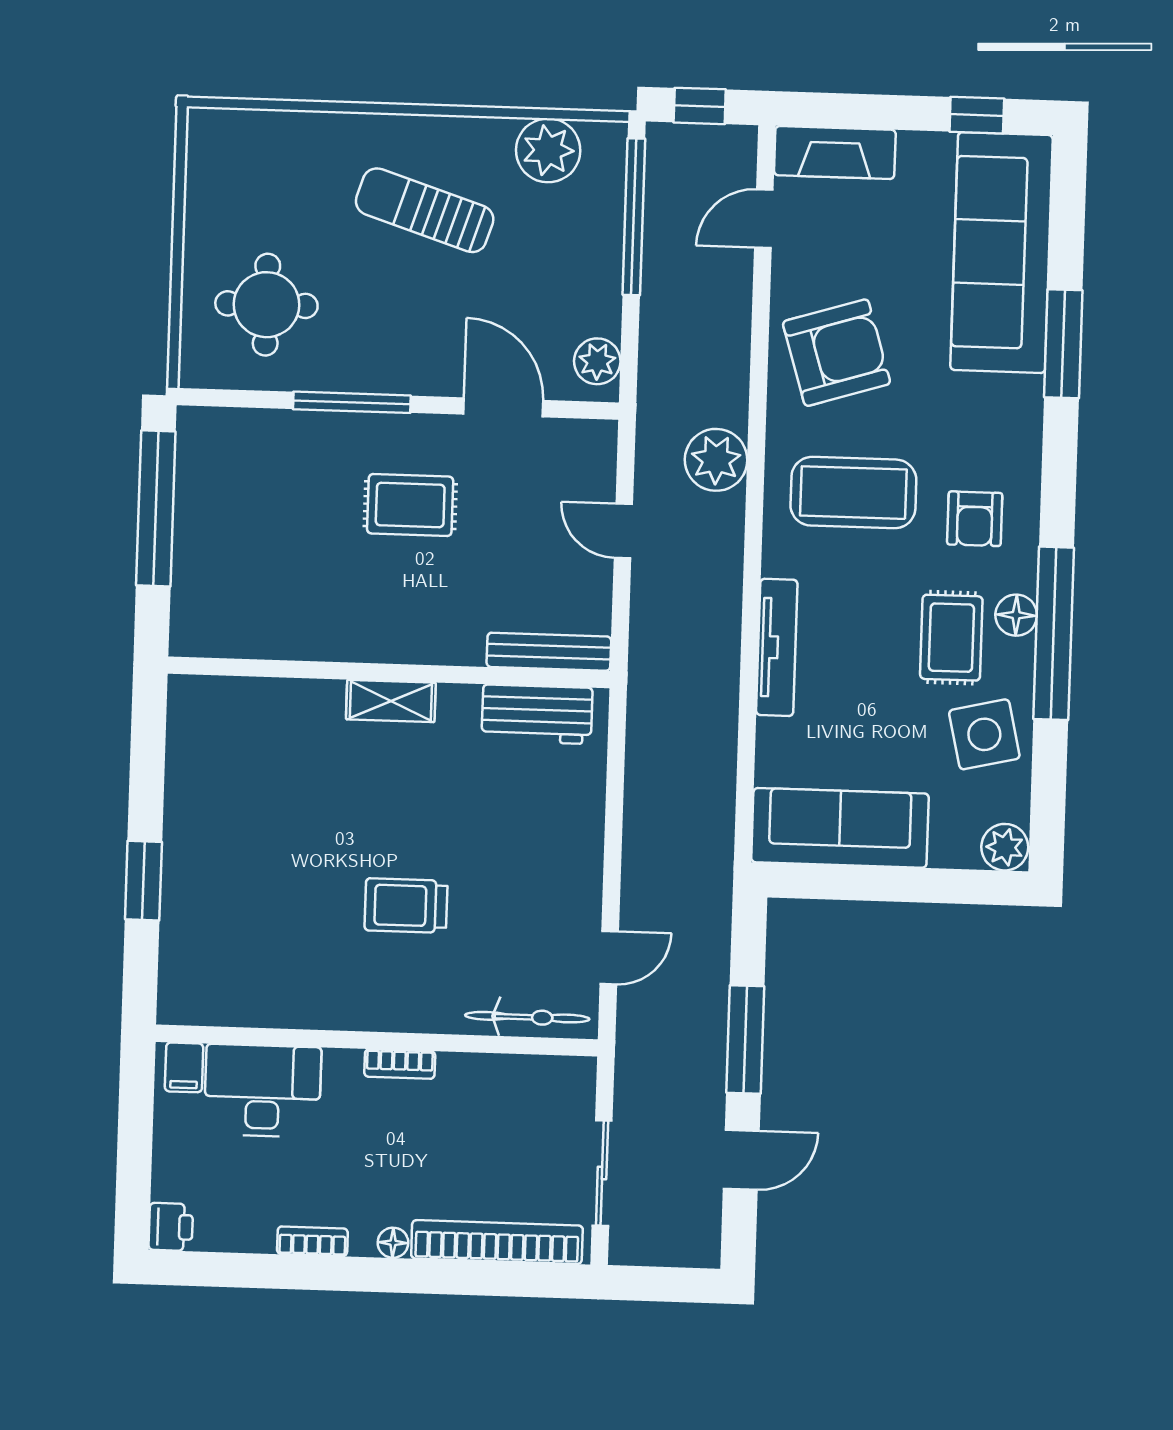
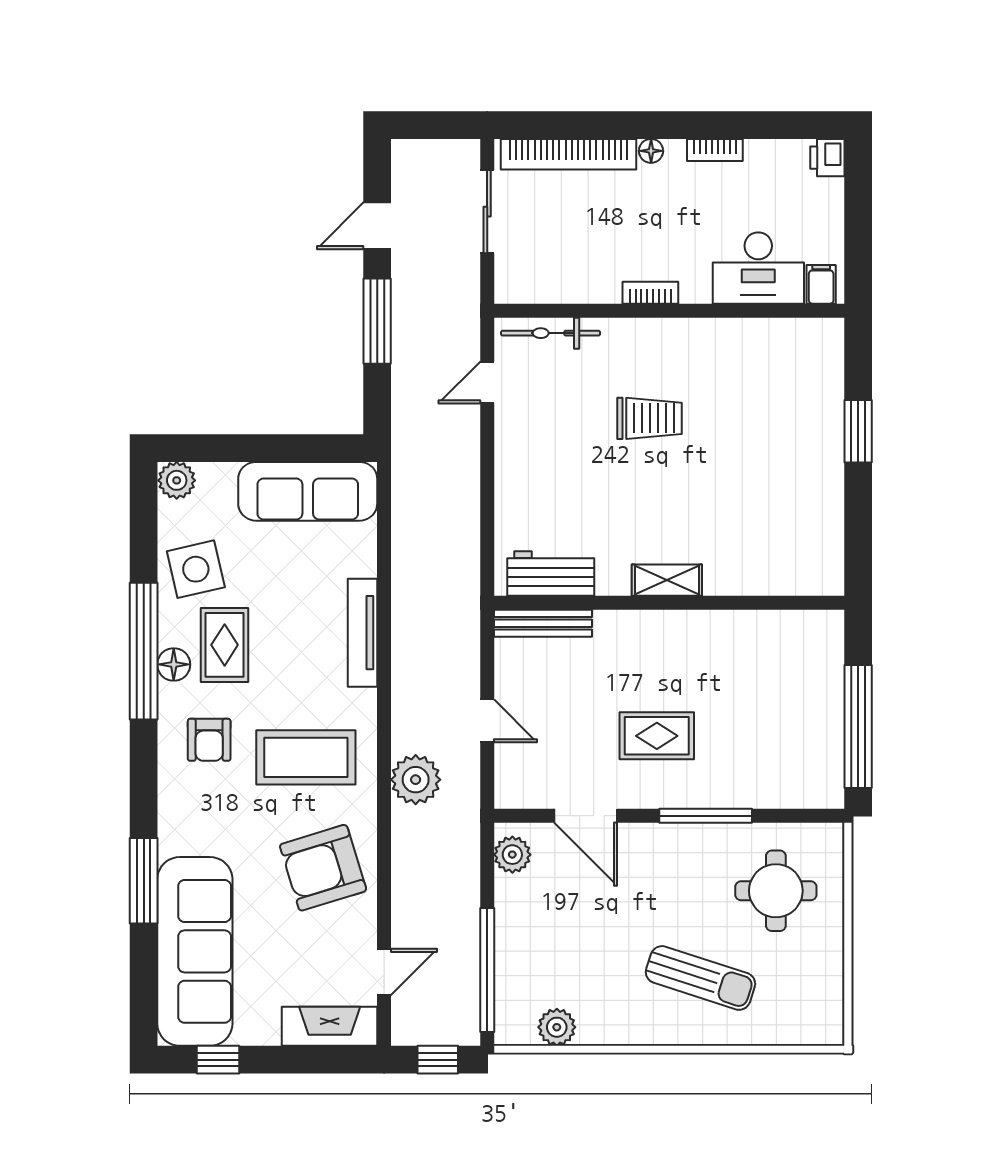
plant: (548, 150) -> (557, 1027), width x0.73, depth x0.73
sun lounger: (425, 210) -> (700, 978), moved
armchair: (975, 519) -> (209, 740), turned 180

